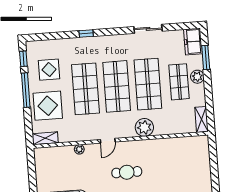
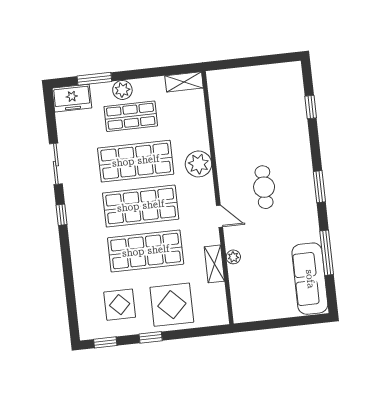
window: (86, 34) -> (61, 215), moved
window: (26, 90) -> (151, 337), width x0.46
shelving: (45, 138) -> (214, 264), moved

